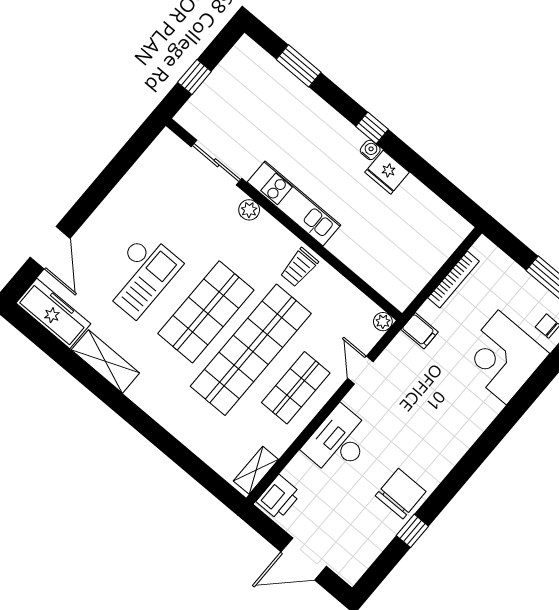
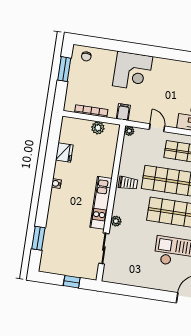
window: (372, 128) -> (46, 189), removed
fridge: (387, 172) -> (64, 152), moved
plant: (419, 273) -> (98, 128), added
corner desk: (502, 357) -> (133, 71), moved
door: (360, 370) -> (157, 128), swing flipped

